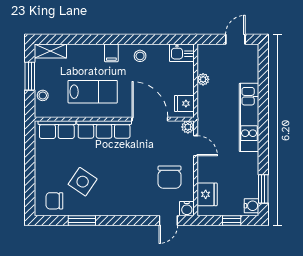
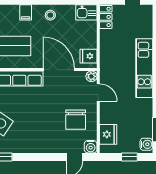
locker: (204, 58) -> (106, 17), added
plant: (203, 79) -> (105, 35), removed

